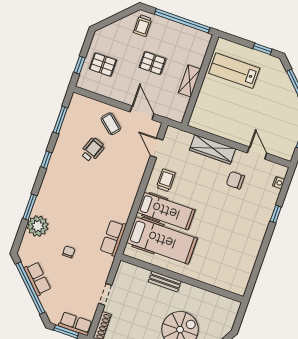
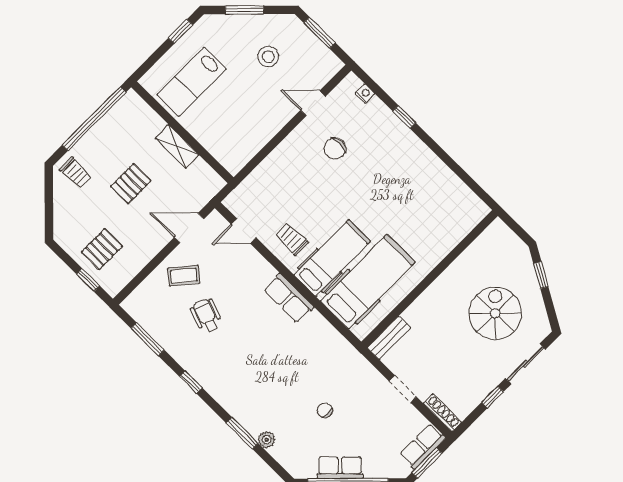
stool: (273, 111) -> (268, 57), added
wardrobe: (212, 149) -> (280, 159), removed
plant: (38, 226) -> (267, 440), width x0.53, depth x0.53
row of seats: (113, 238) -> (289, 298), moved
bench: (165, 281) -> (389, 338), moved

